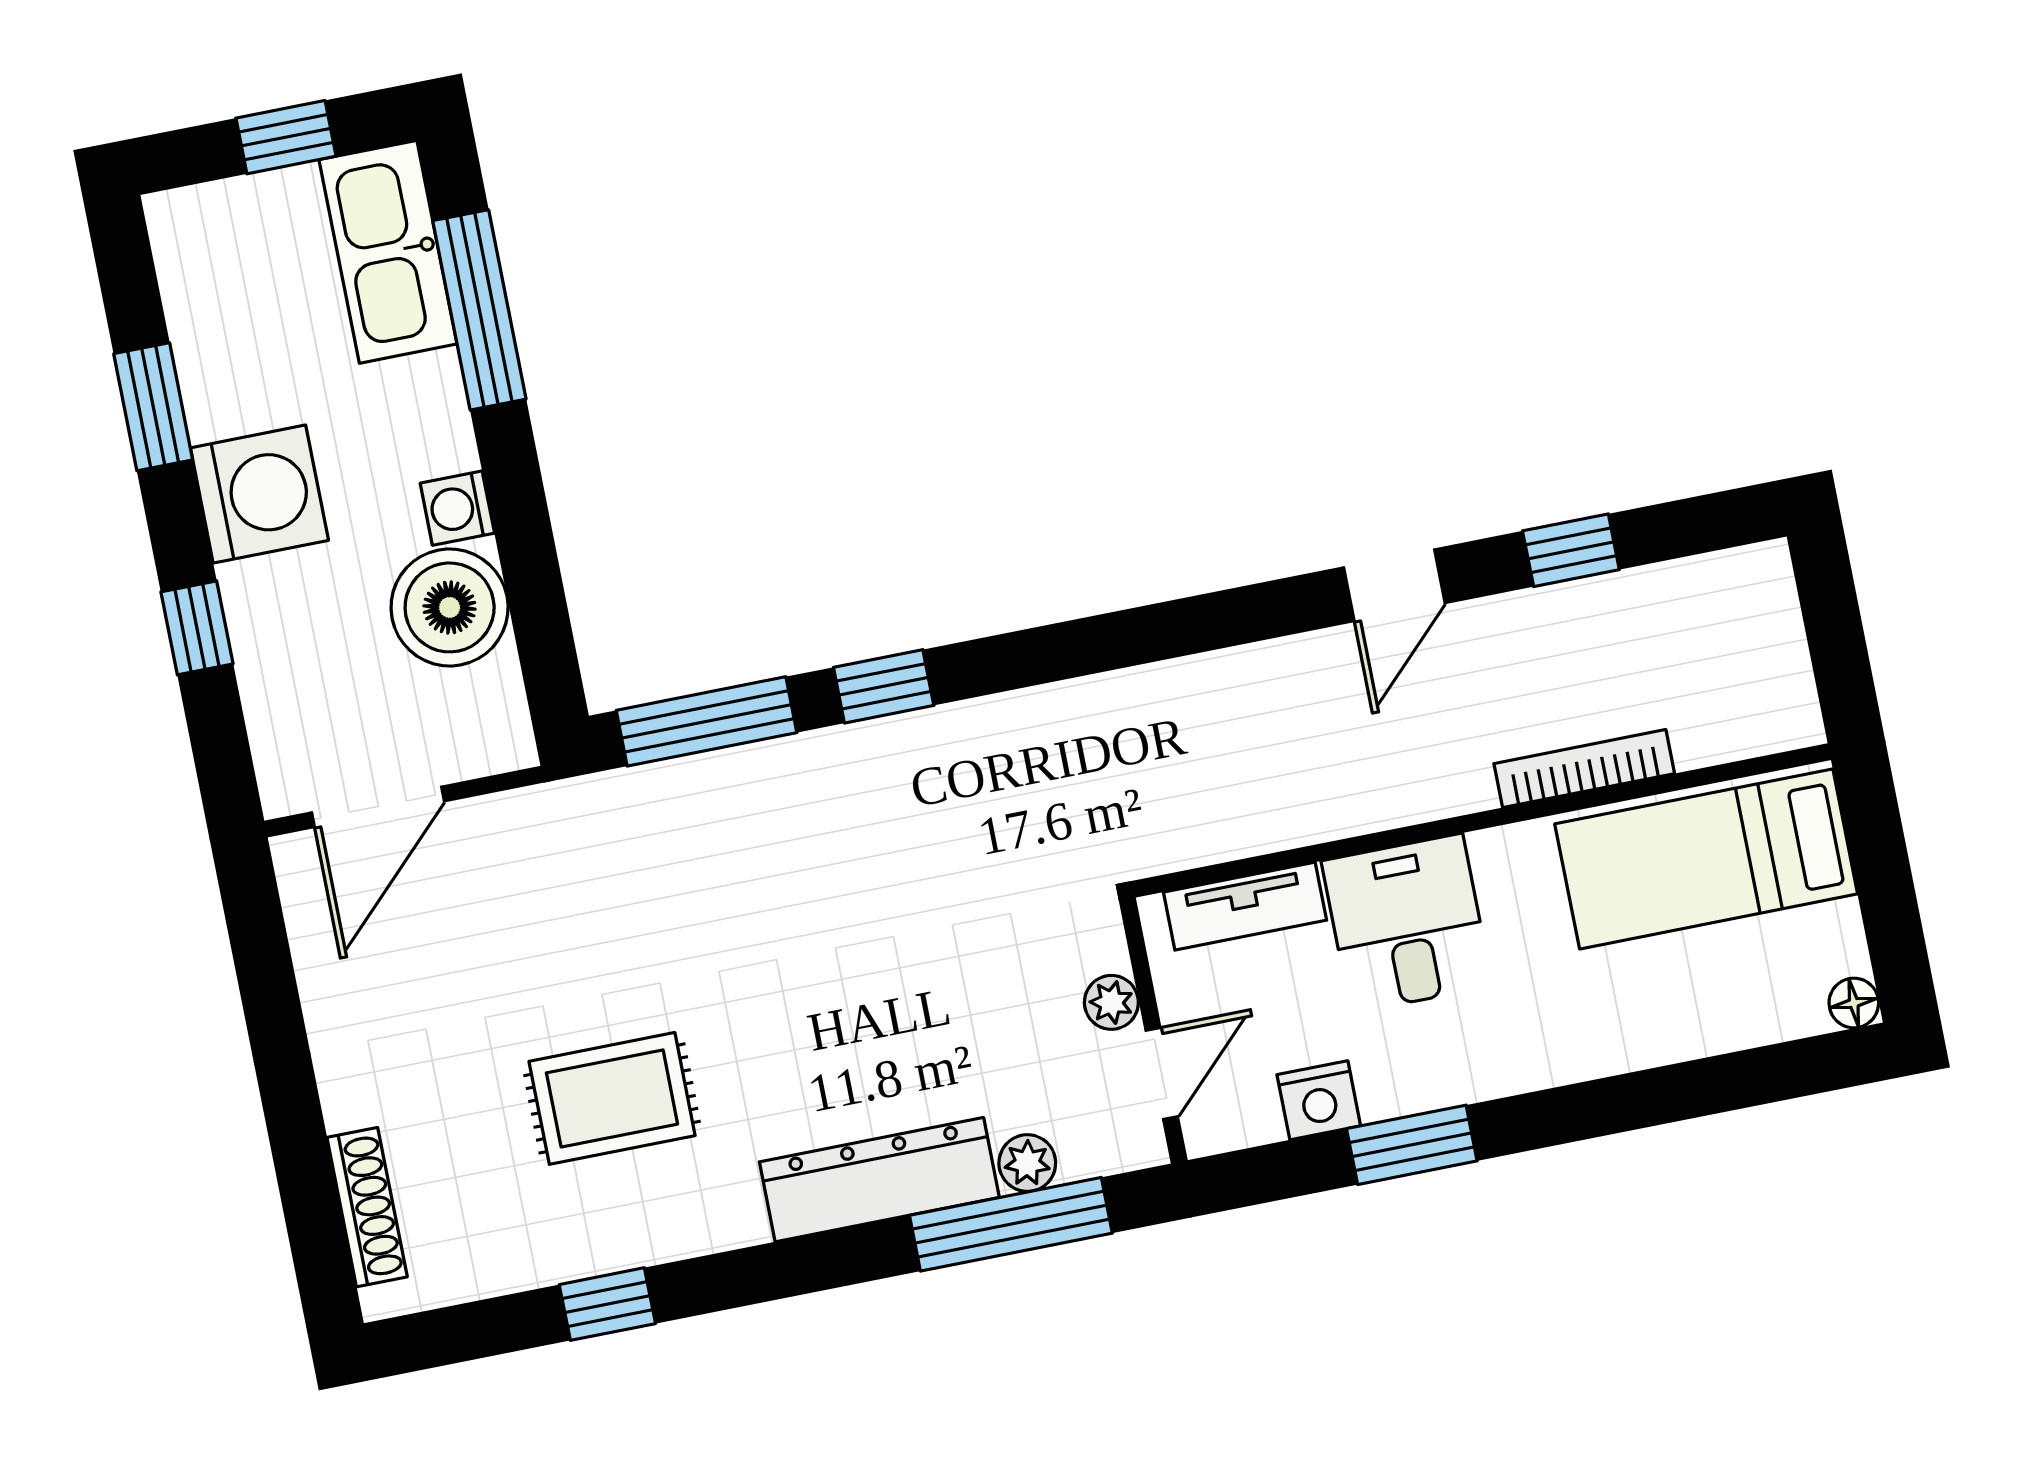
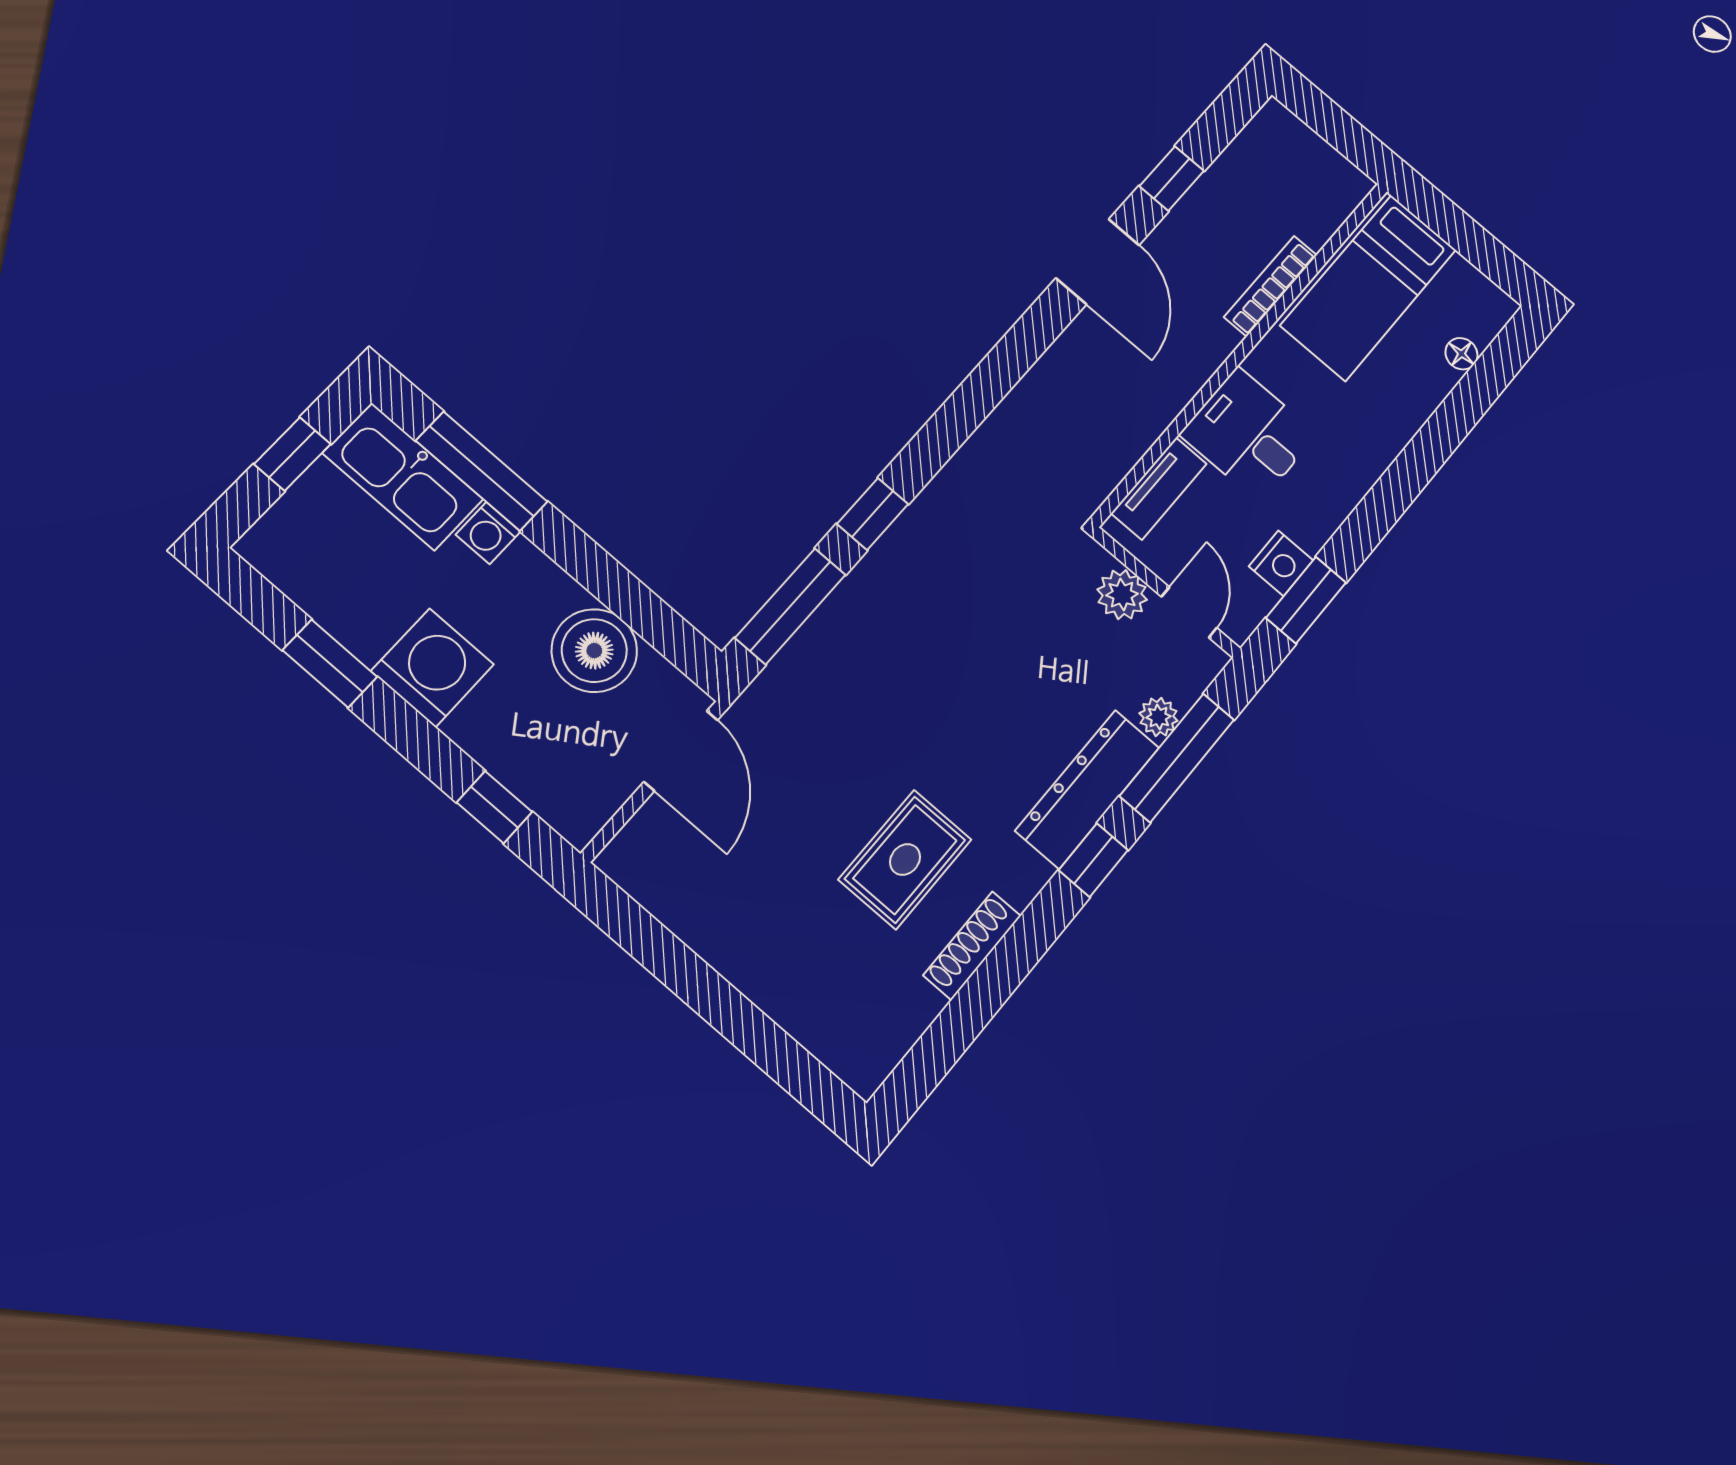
washing machine: (457, 508) -> (488, 533), moved
door: (1394, 585) -> (1098, 262), width x1.38
window: (197, 628) -> (494, 807), moved
door: (378, 807) -> (681, 751), moved
plant: (1111, 1002) -> (1122, 595), width x1.38, depth x1.38
floor lamp: (1854, 1003) -> (1462, 354), moved
window: (1412, 1145) -> (1306, 600), moved
shoe rack: (367, 1207) -> (972, 946), moved, turned -90
window: (607, 1304) -> (1093, 860), moved

